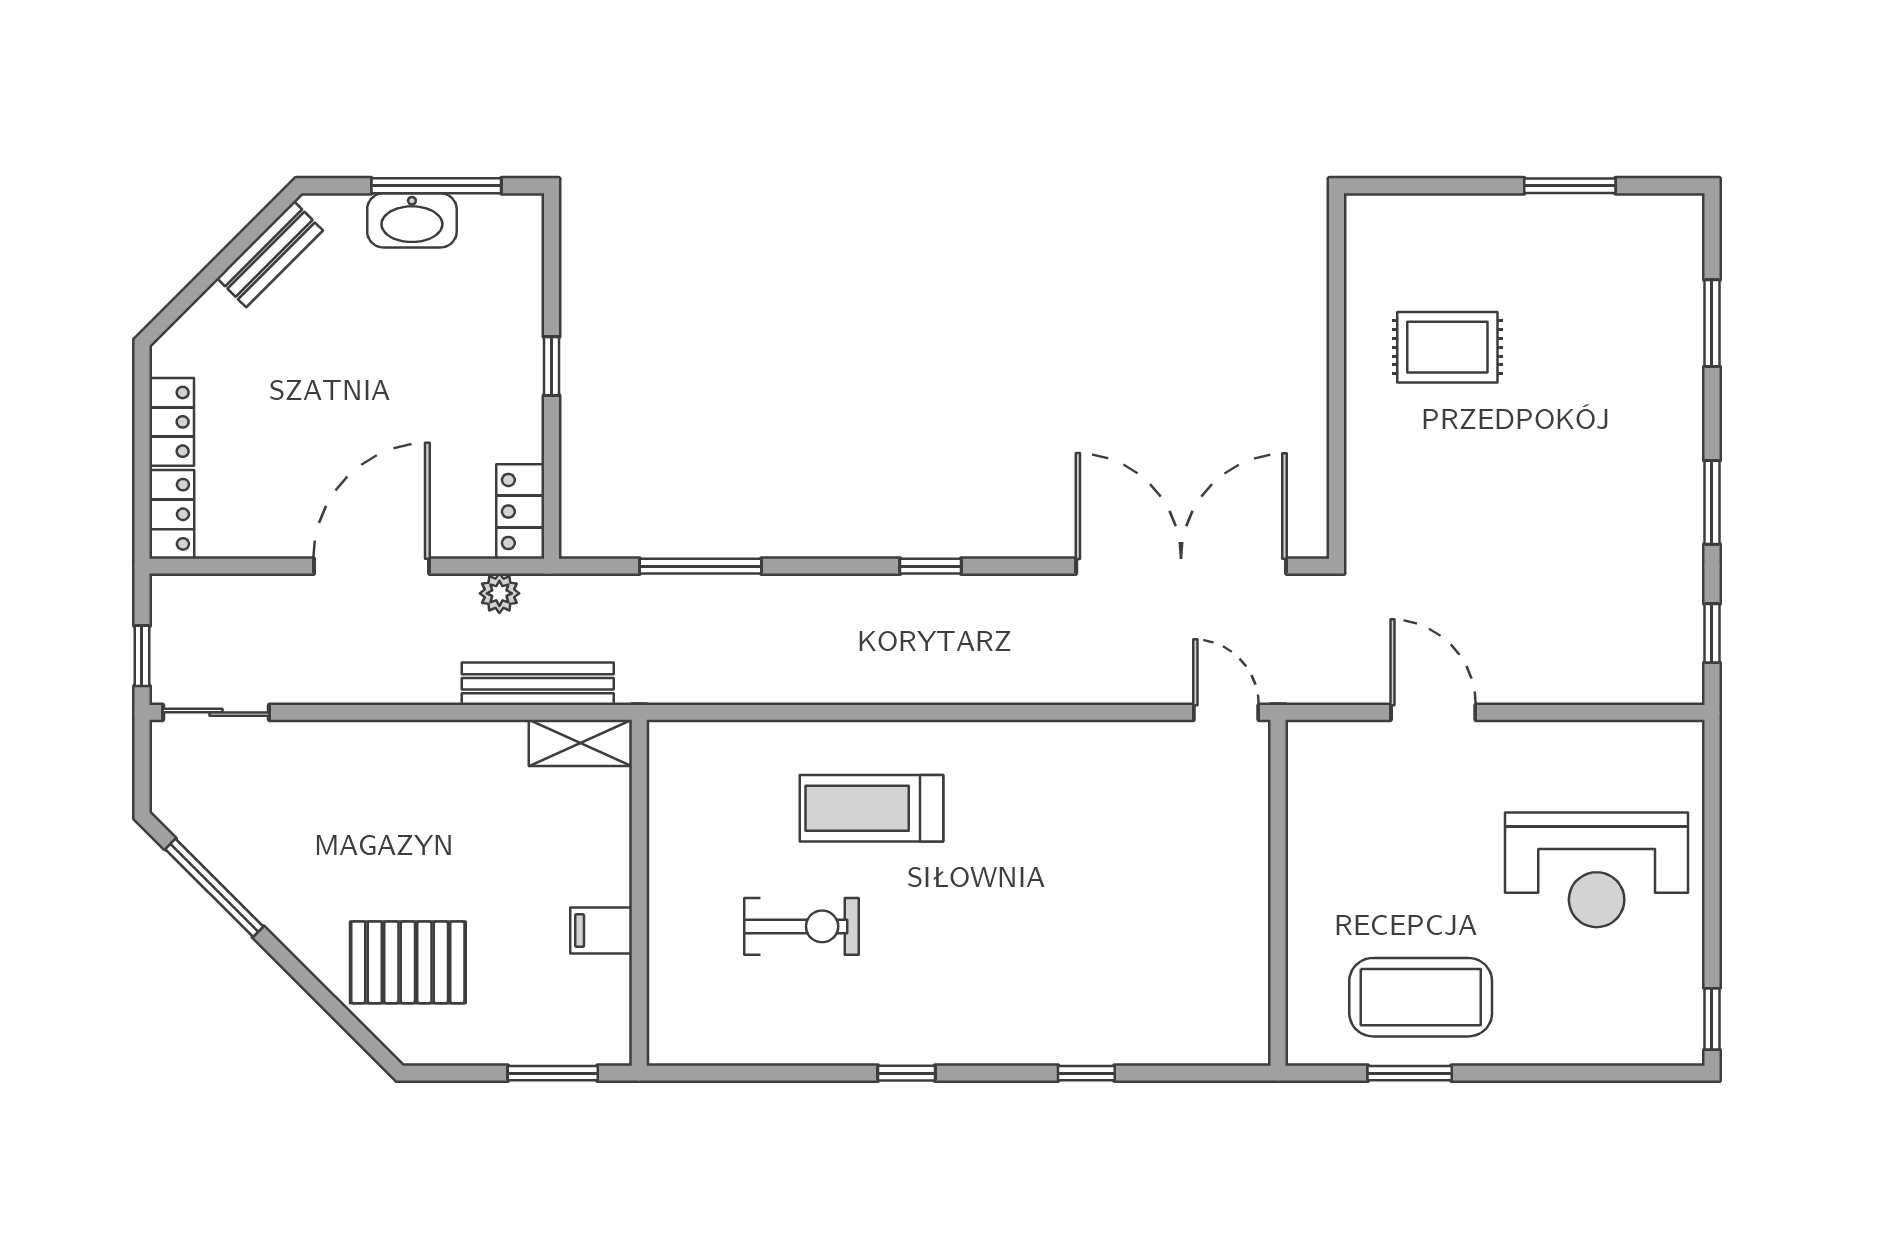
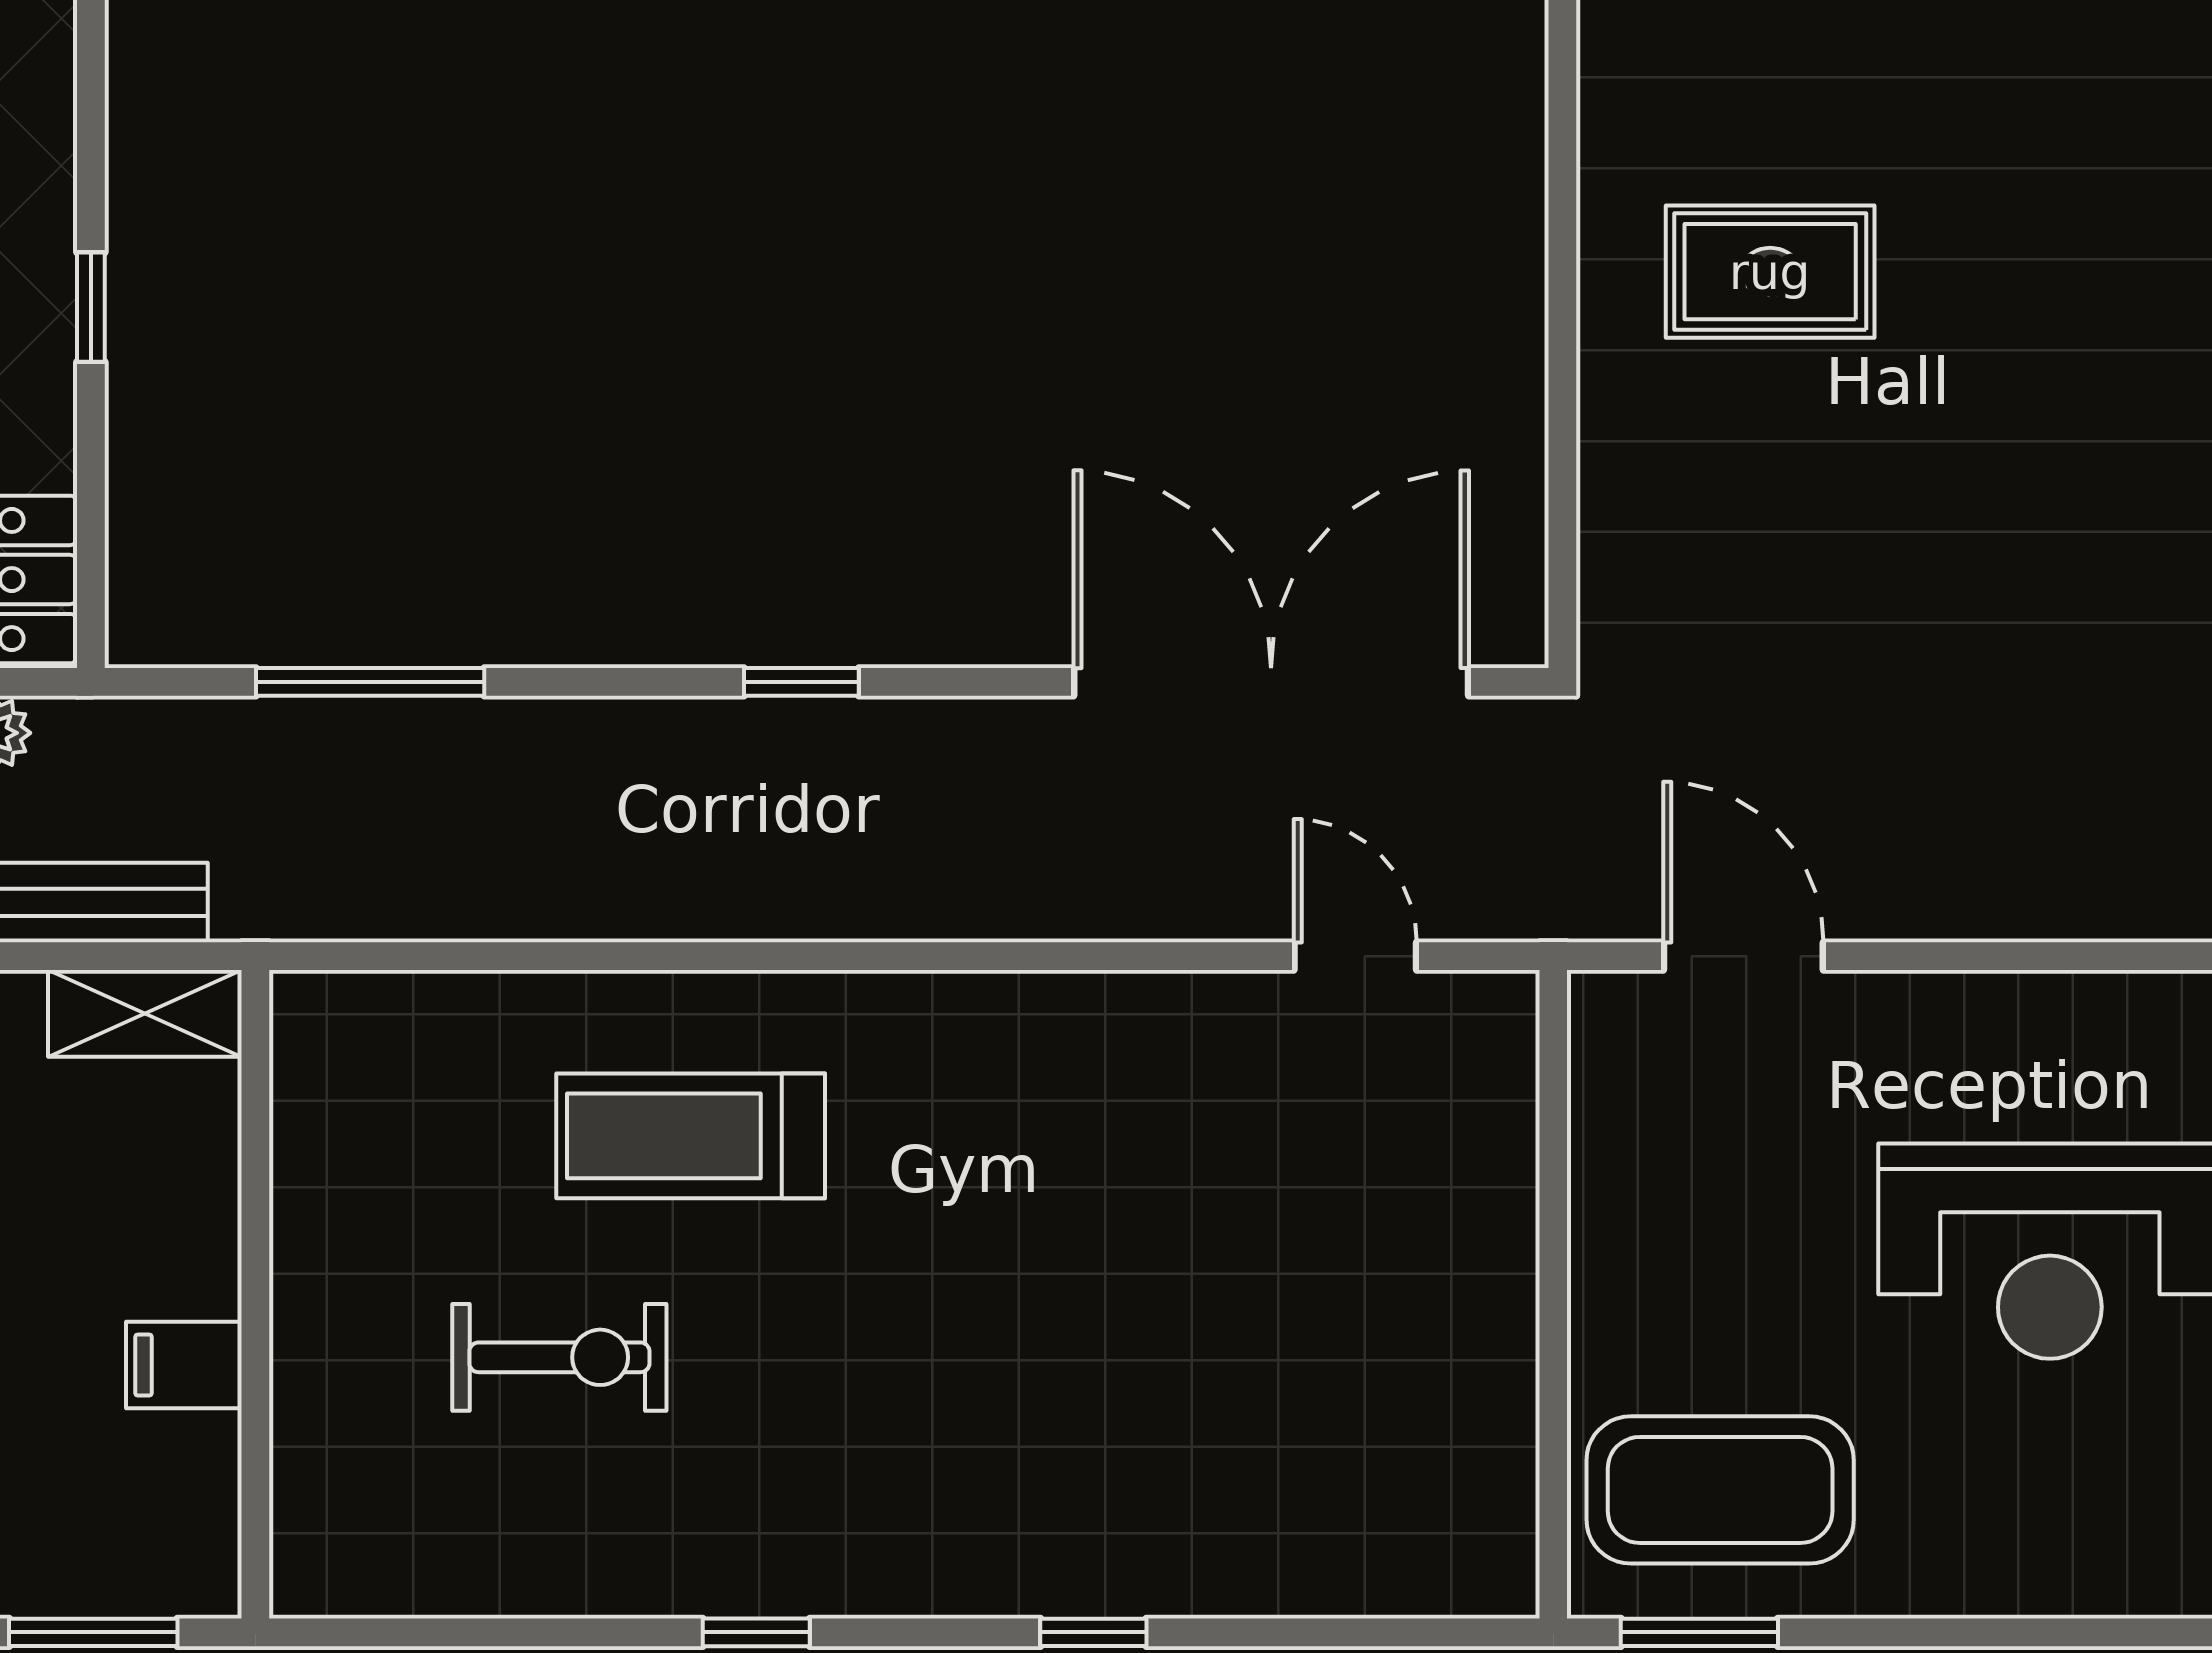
wall: (1278, 893) -> (1553, 1294), moved

